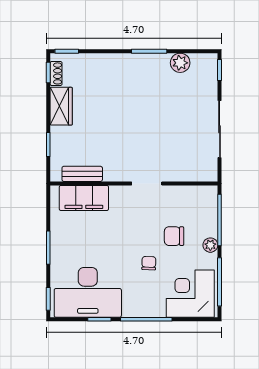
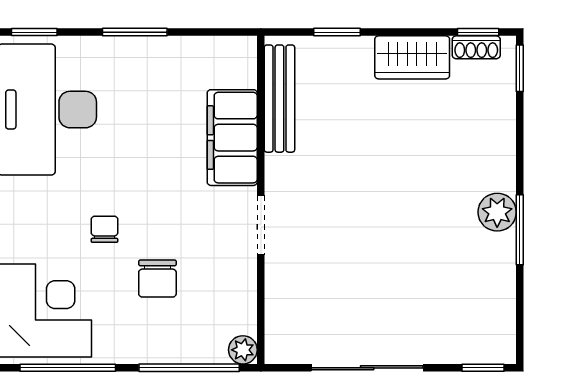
plant: (180, 63) -> (497, 212), moved
bench: (82, 174) -> (279, 99), width x1.36
filing cabinet: (84, 198) -> (232, 138), moved
chair: (174, 236) -> (157, 279), turned 180
plant: (210, 245) -> (243, 350), moved
chair: (149, 263) -> (104, 229), turned -92

